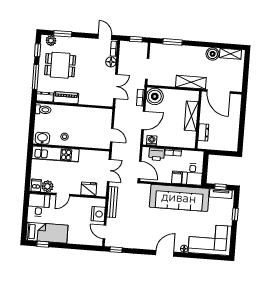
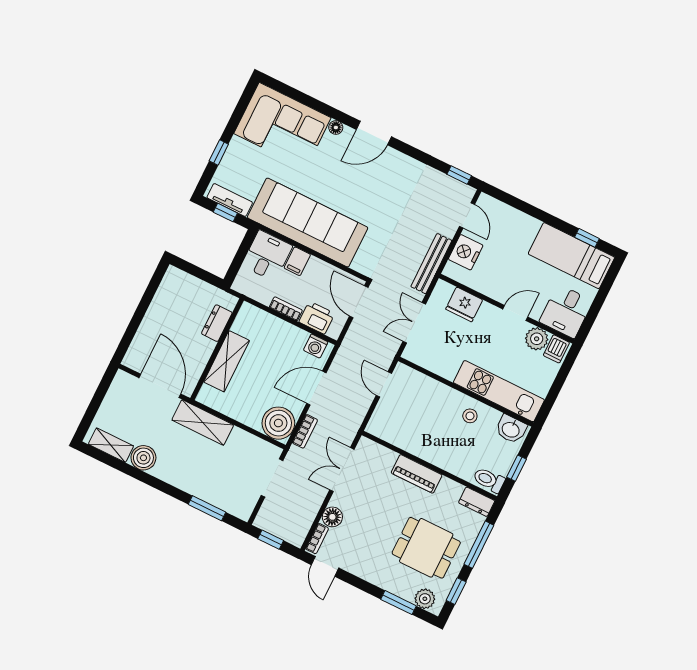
piano: (66, 98) -> (417, 474), moved
window: (32, 121) -> (517, 468), added

